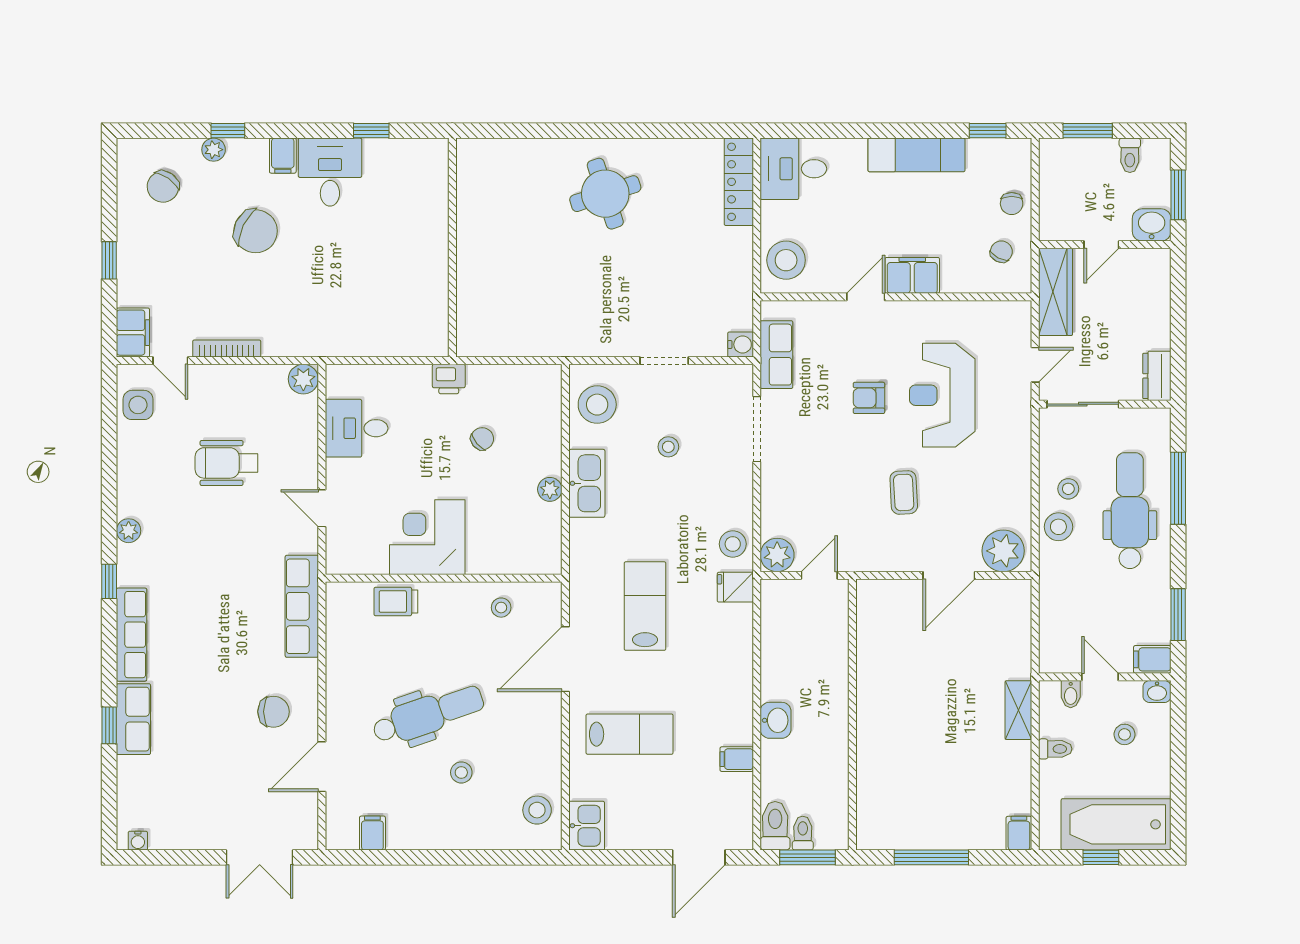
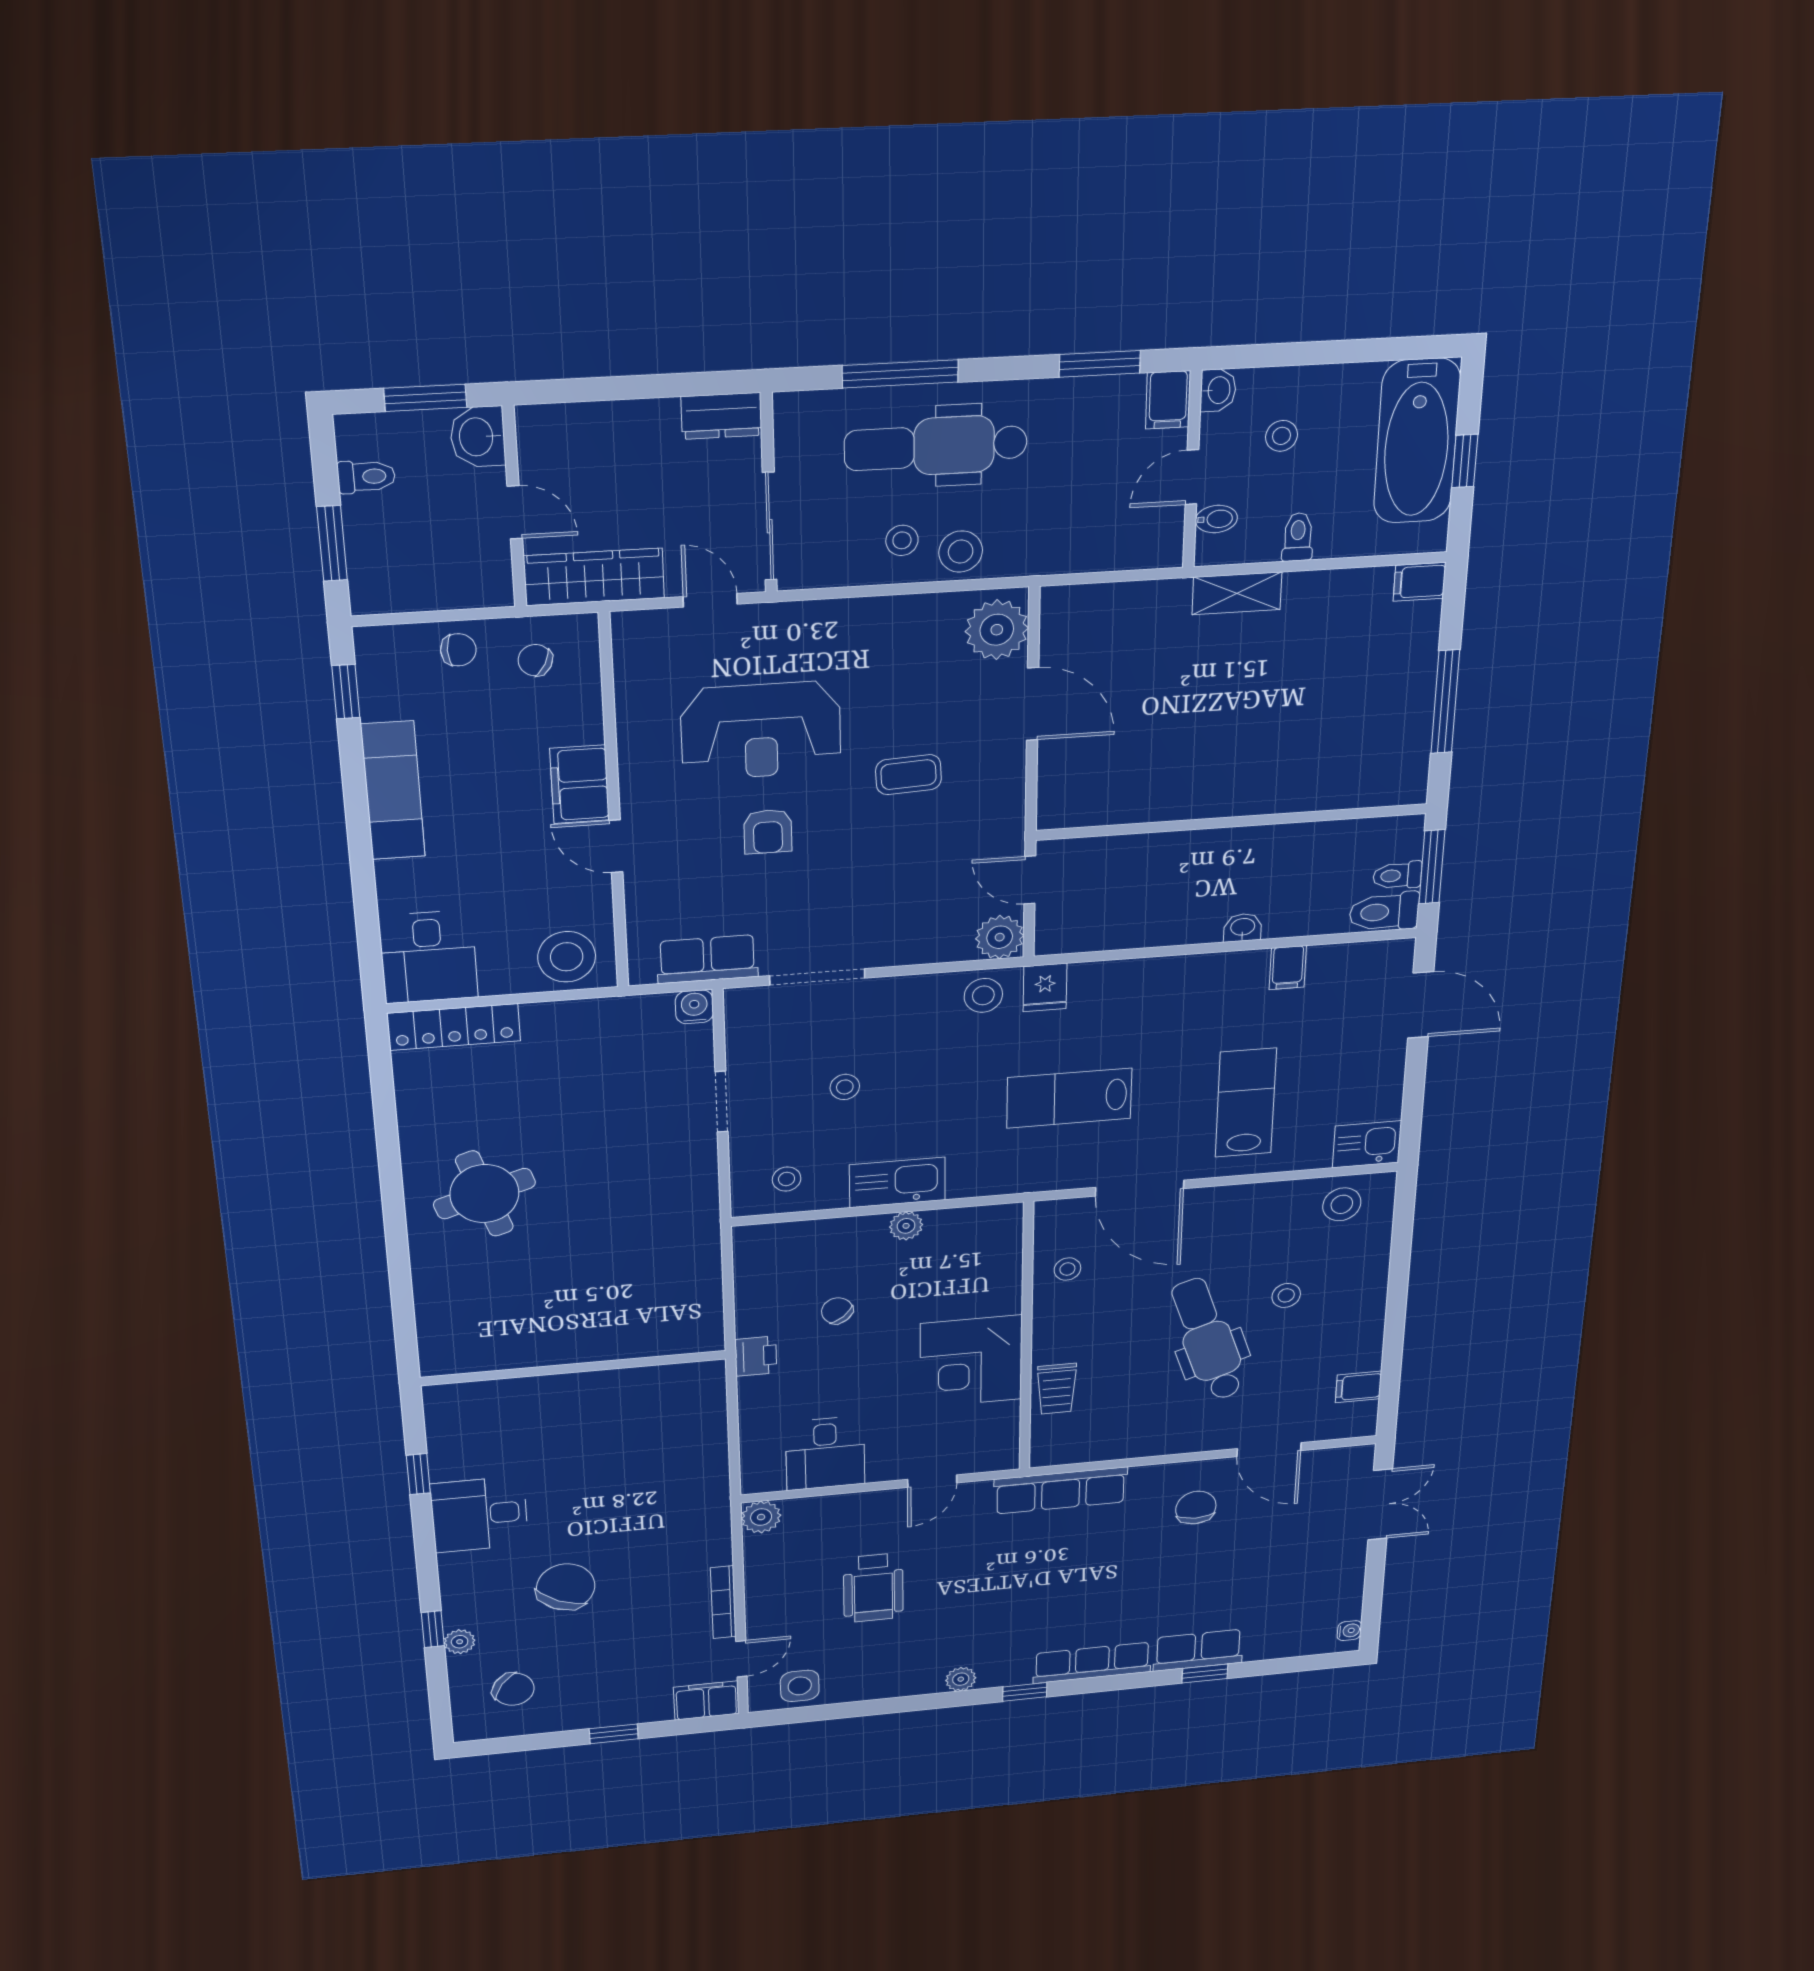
filing cabinet: (283, 156) -> (461, 1568), removed
stool: (597, 405) -> (787, 1179), width x0.53, depth x0.53
washbasin: (776, 720) -> (1243, 928), width x0.72, depth x0.69

